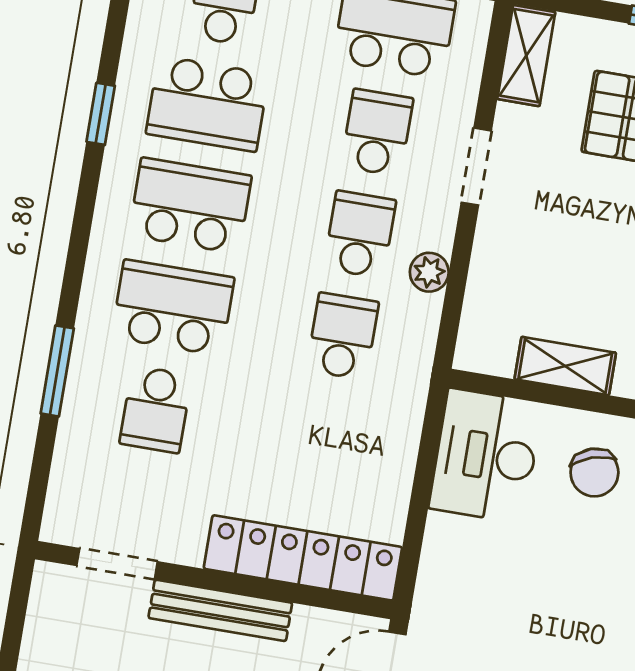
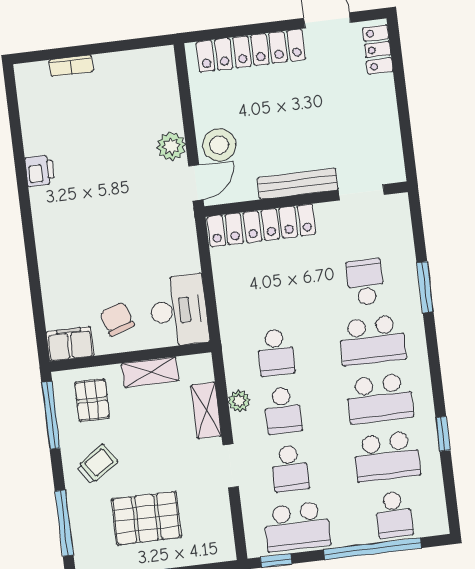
shelving: (526, 56) -> (206, 410), moved
school desk: (207, 104) -> (387, 457), turned 180

